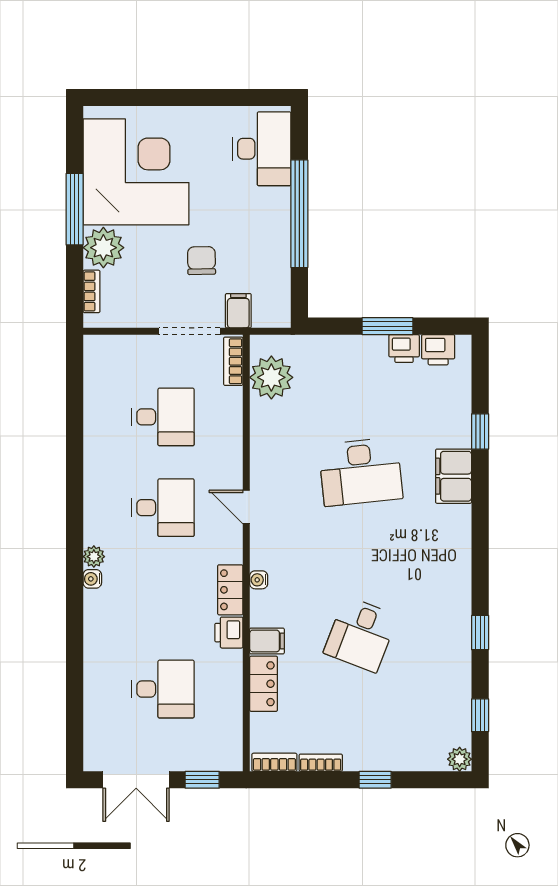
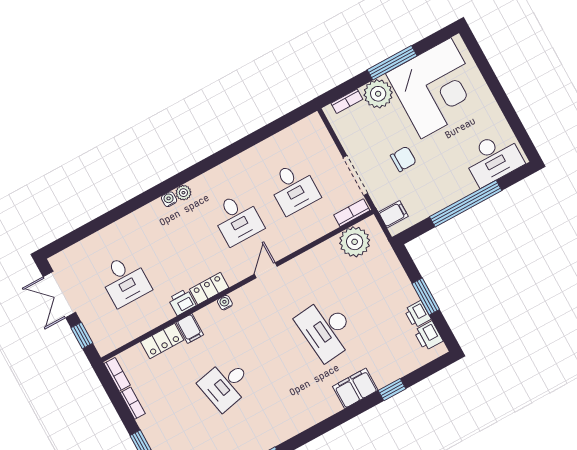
filing cabinet: (238, 311) -> (393, 214), moved
desk: (361, 634) -> (226, 384), turned -33

